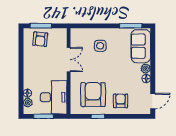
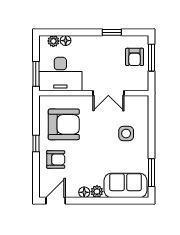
armchair: (40, 39) -> (135, 57), turned -96
window: (21, 57) -> (112, 32), added
door: (153, 101) -> (56, 201), swing flipped
window: (43, 116) -> (36, 74), moved
window: (98, 116) -> (36, 144), moved

